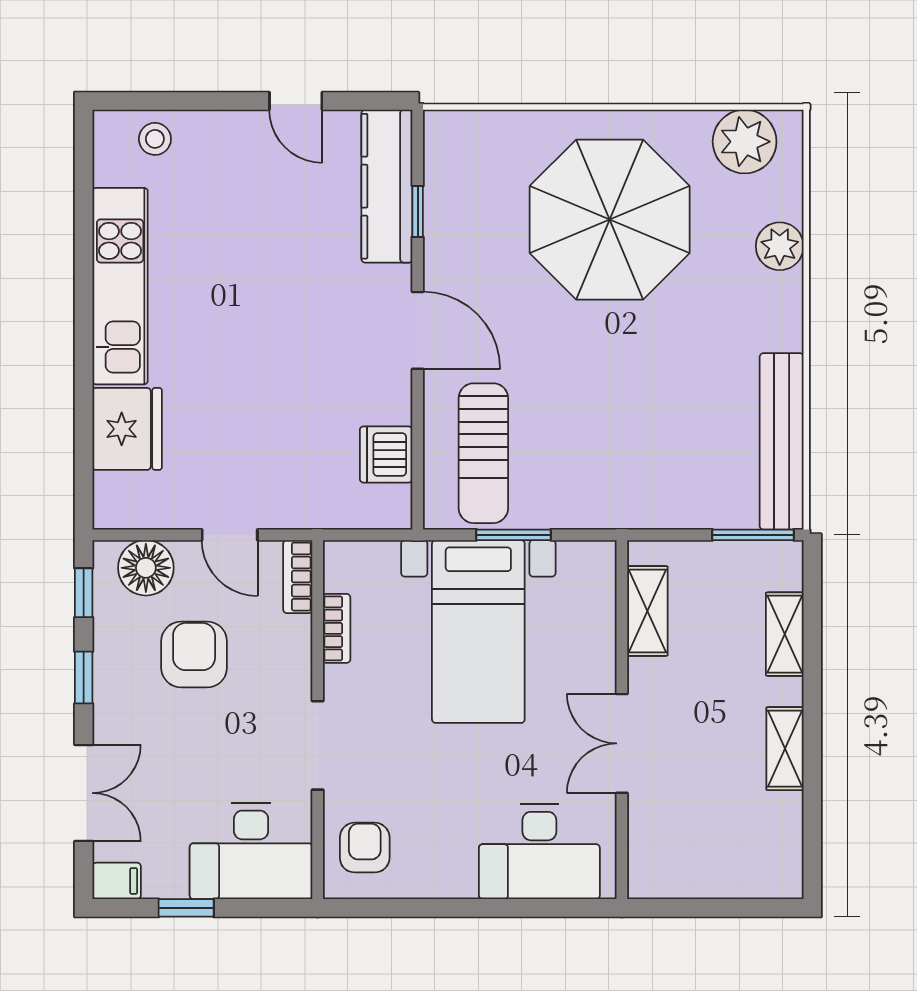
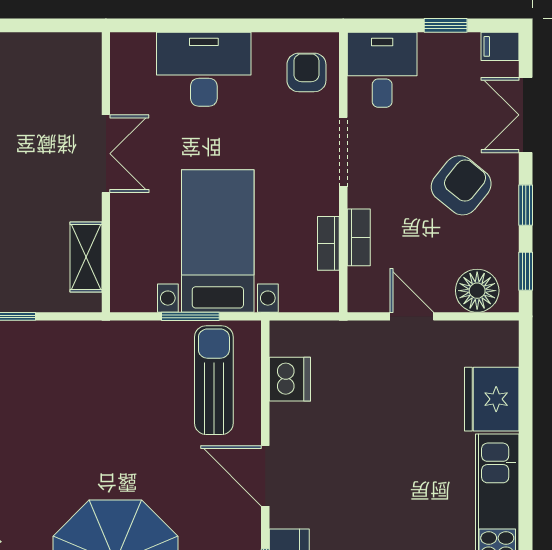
bookcase: (298, 577) -> (359, 237), moved
armchair: (194, 654) -> (461, 185), moved, turned -141
armchair: (365, 848) -> (306, 72), turned 180
desk: (251, 851) -> (382, 70), width x0.73
desk: (539, 852) -> (204, 69), moved

